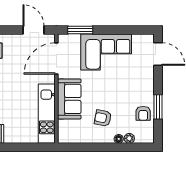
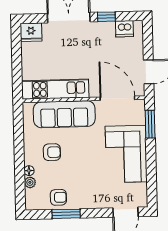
sofa: (69, 99) -> (64, 114), width x1.36
armchair: (143, 113) -> (58, 197), turned 180
armchair: (103, 118) -> (52, 152), turned 79

